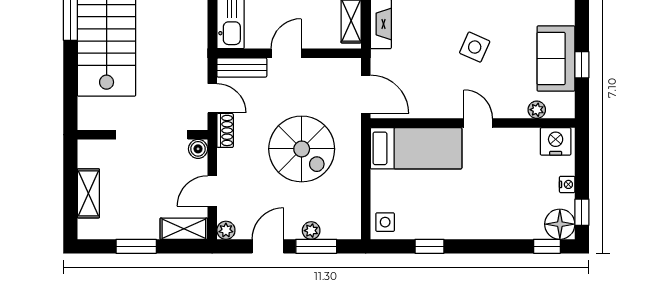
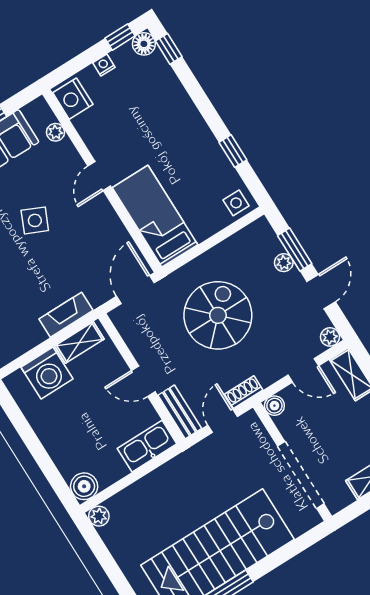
doorway: (152, 135) -> (301, 475), moved
floor lamp: (560, 224) -> (144, 44), width x0.73, depth x0.73
door: (268, 246) -> (321, 292), swing flipped

